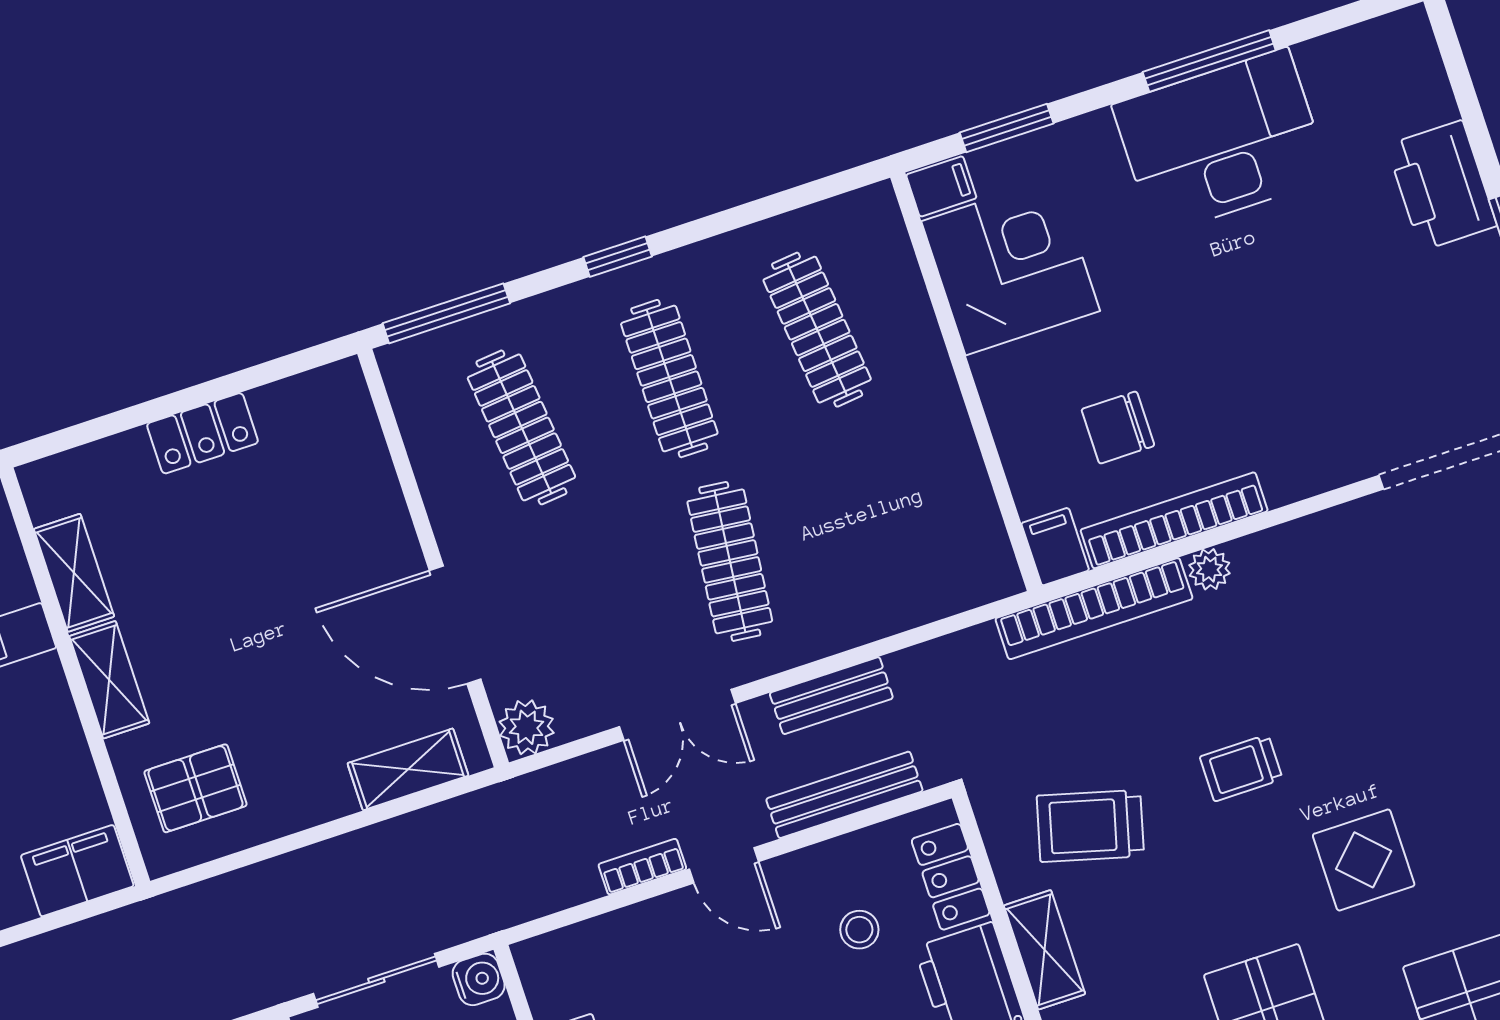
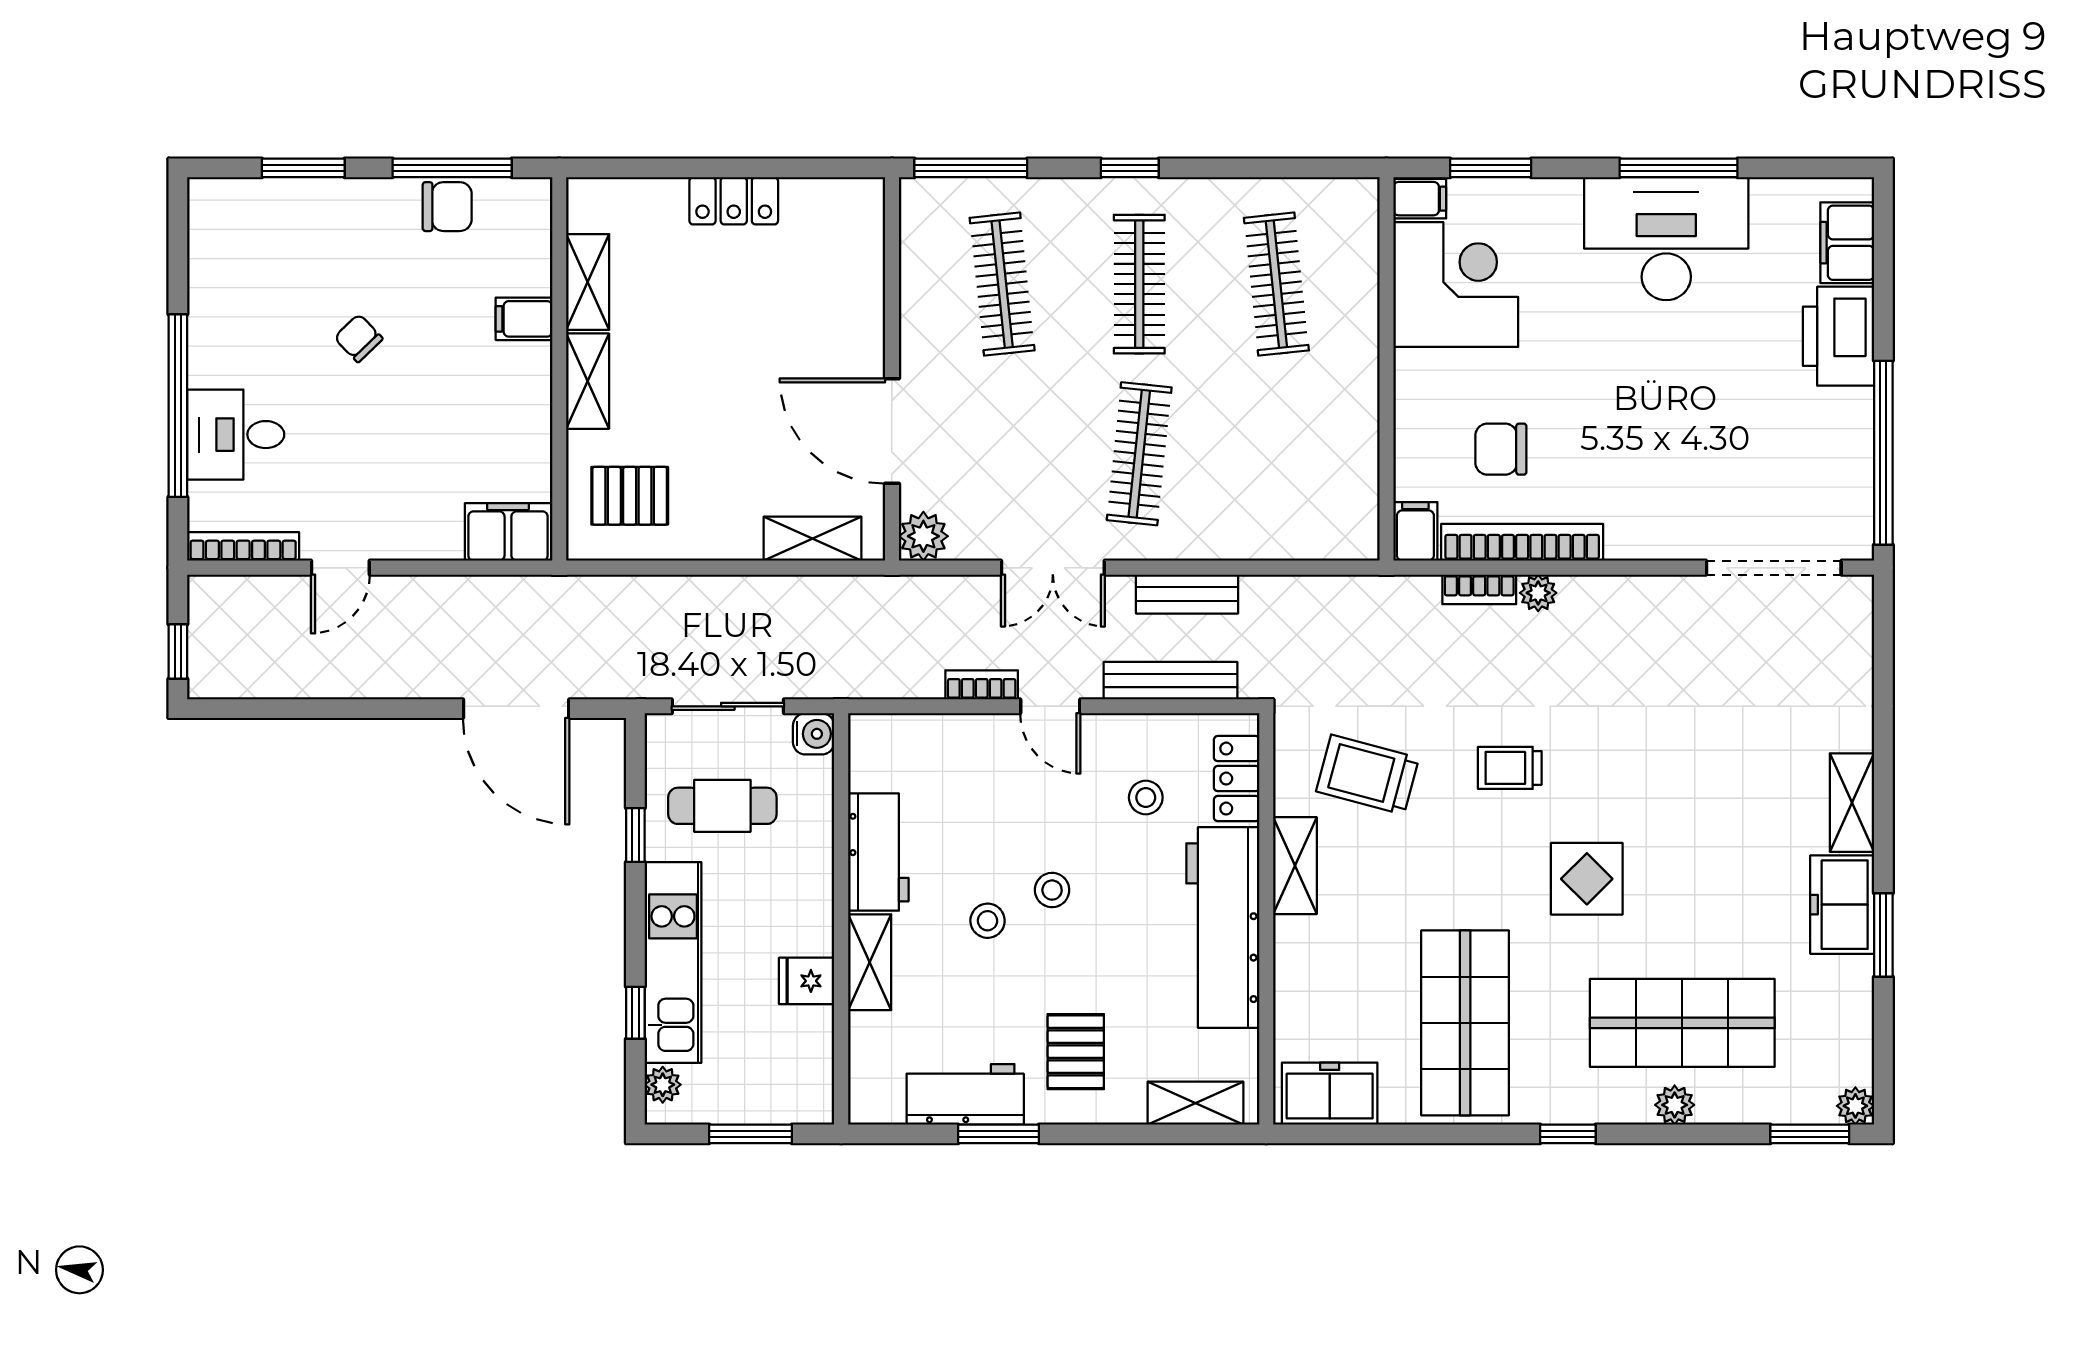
filing cabinet: (1418, 82) -> (1847, 243), added
bookcase: (1094, 609) -> (1479, 589), width x0.43, depth x0.76

